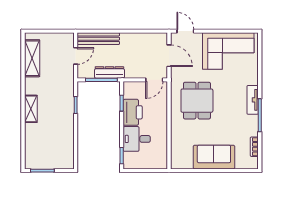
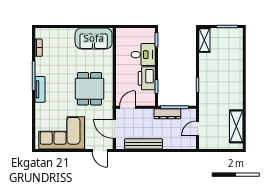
bench: (98, 39) -> (143, 144), moved
shelving: (31, 109) -> (204, 40), moved
sofa: (214, 157) -> (94, 38), moved

